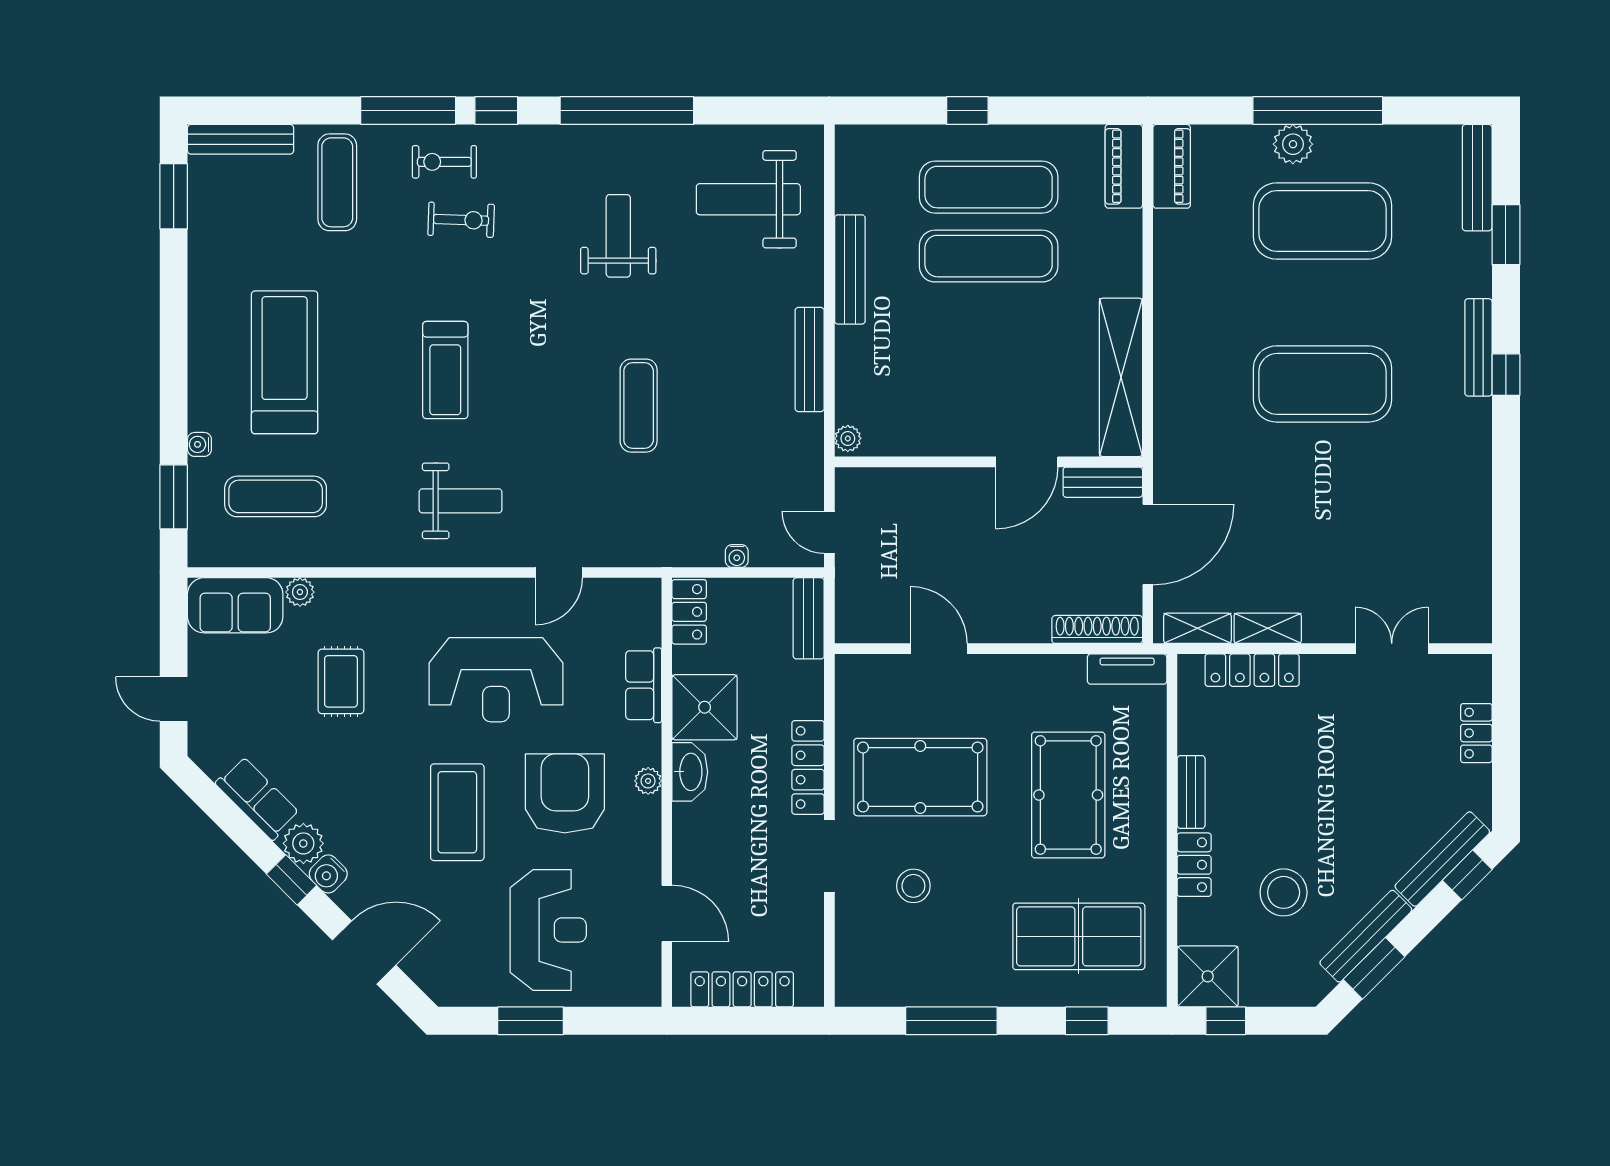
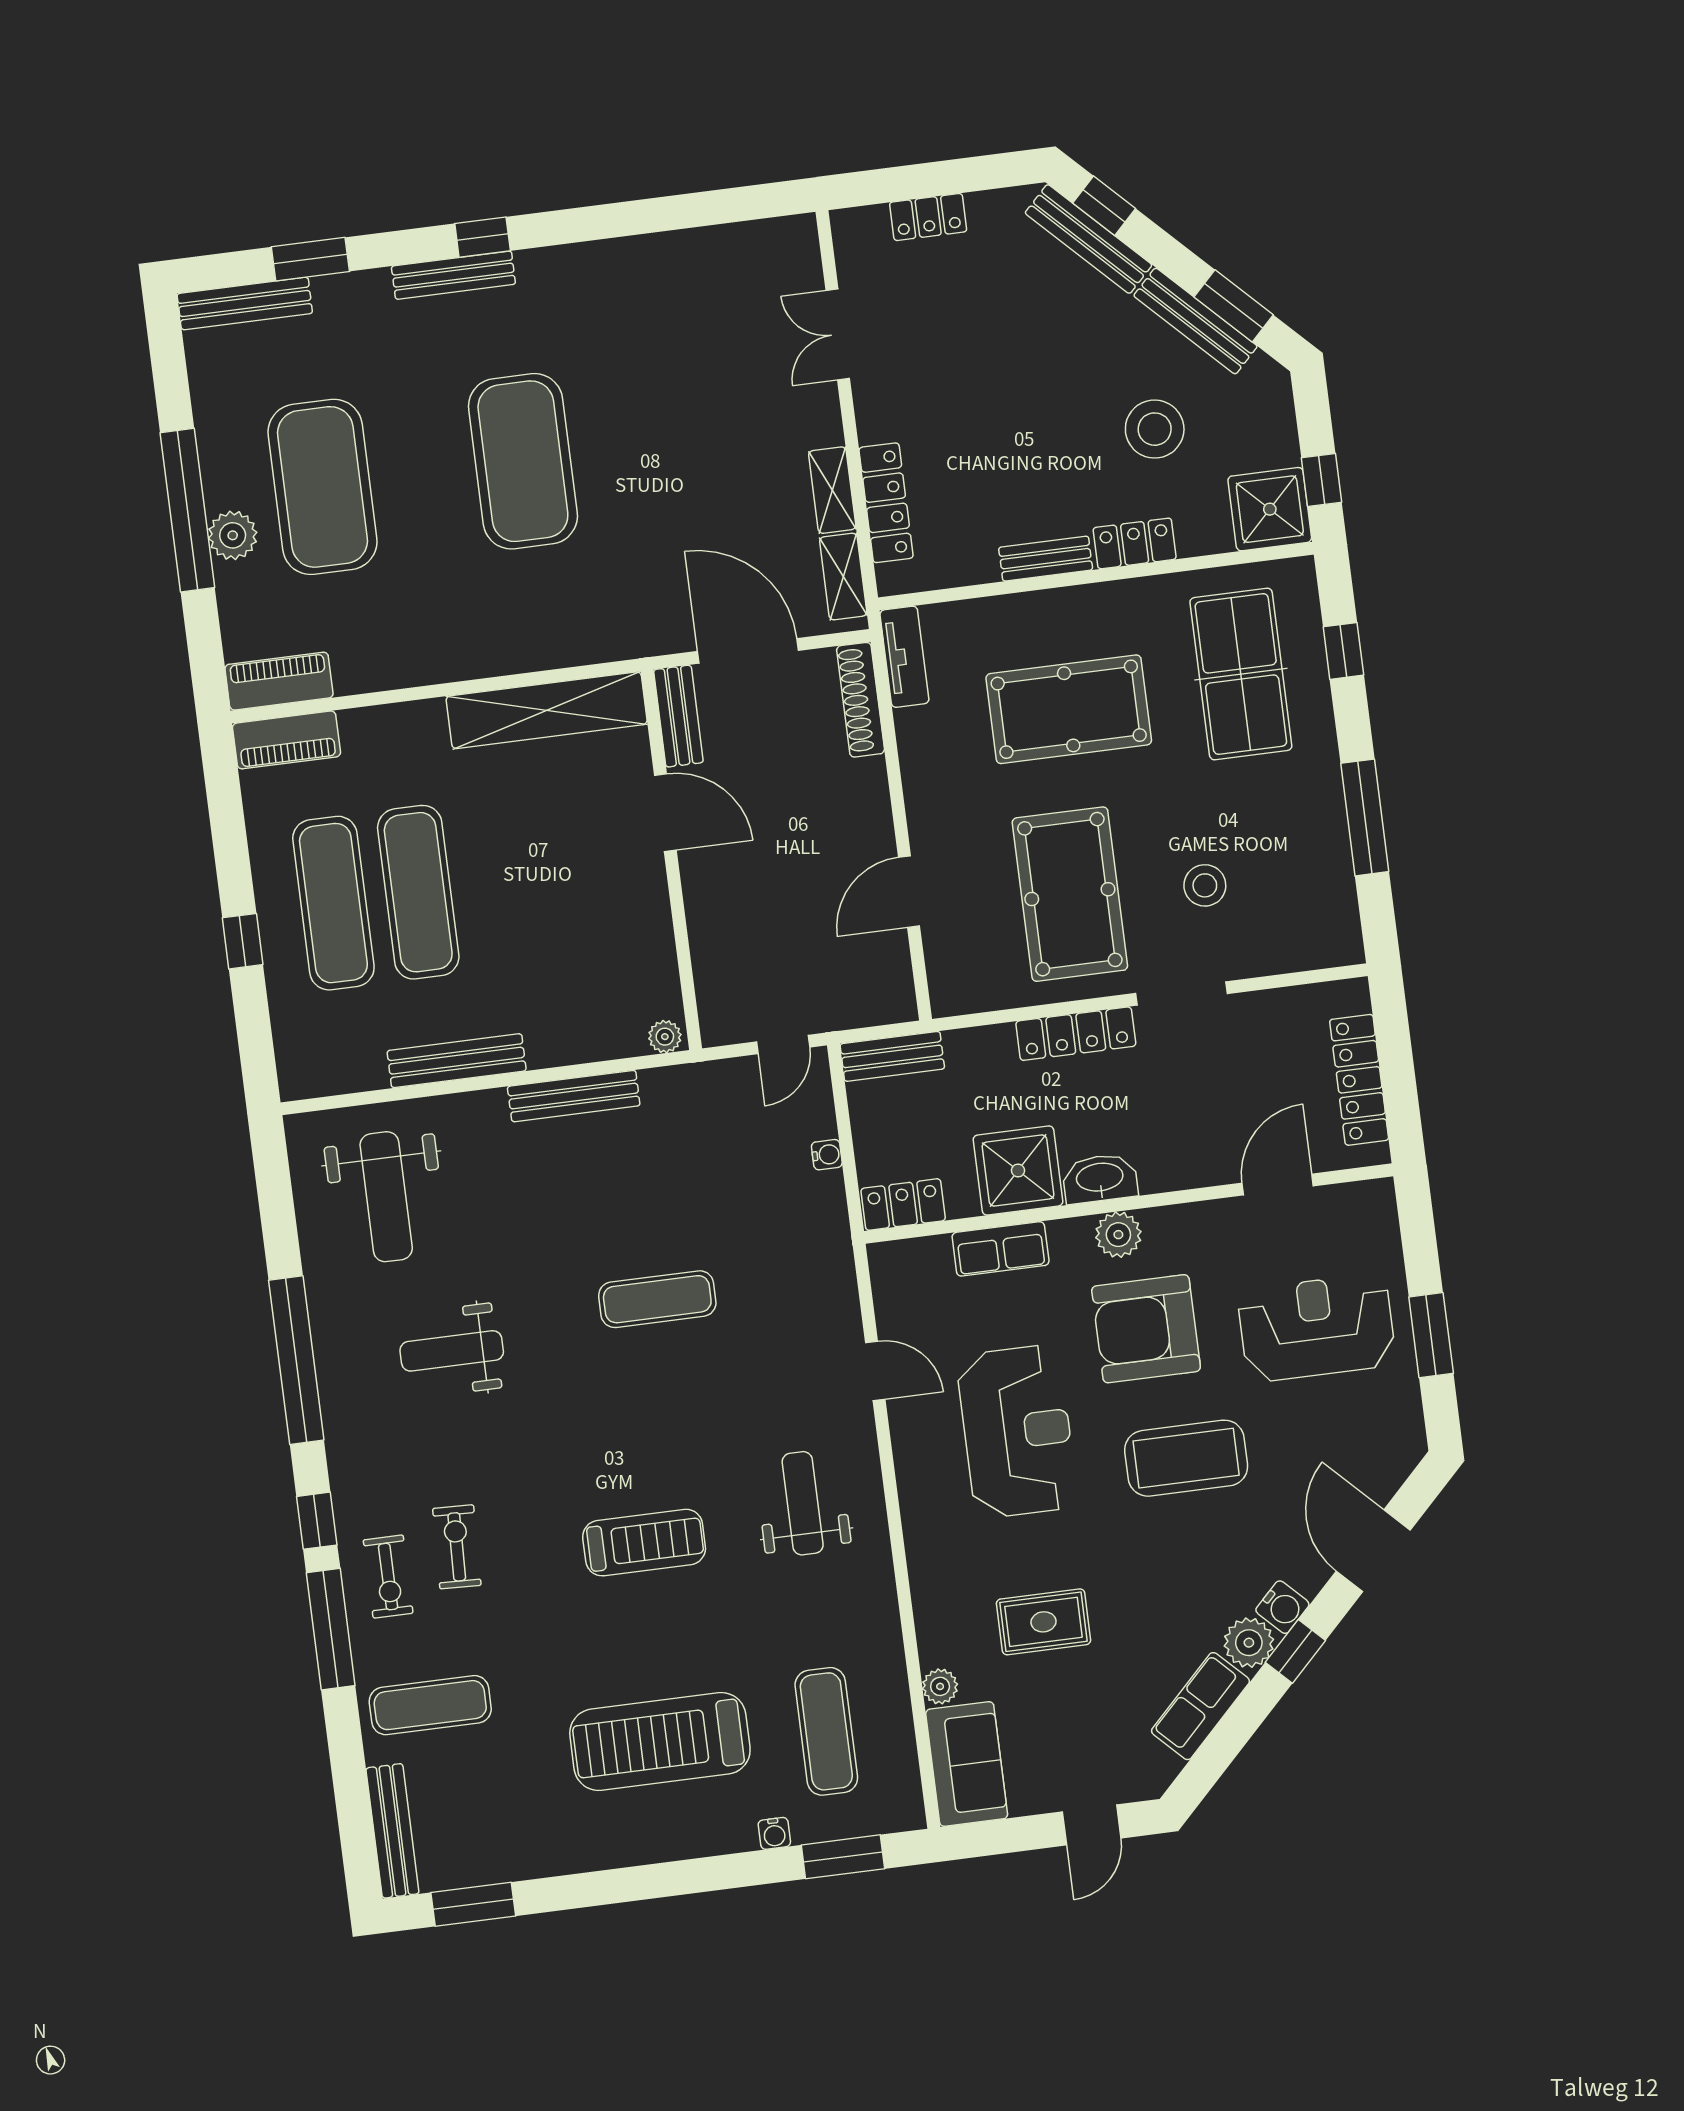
plant: (648, 781) -> (1118, 1235), width x1.38, depth x1.38

